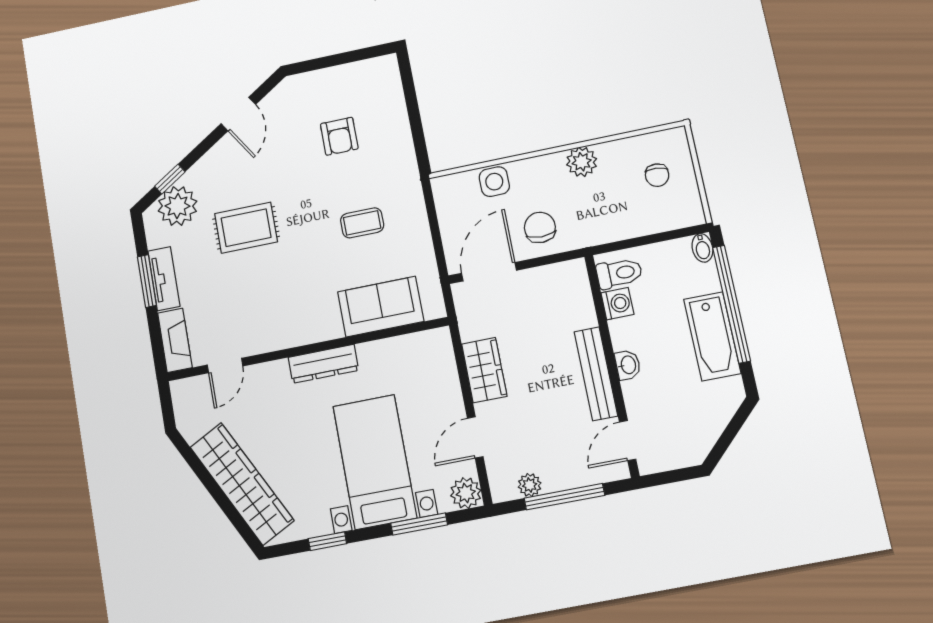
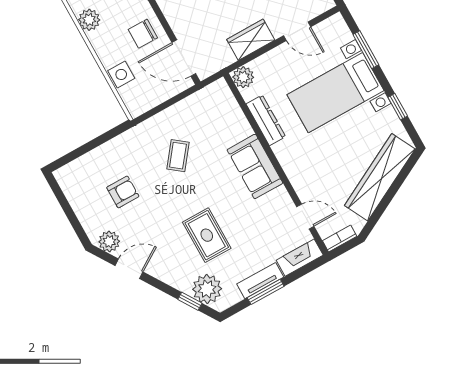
plant: (282, 99) -> (109, 241), added
coffee table: (362, 223) -> (178, 156), turned 38
sofa: (381, 307) -> (255, 166), moved
dresser: (323, 364) -> (266, 120), moved
bookcase: (181, 402) -> (340, 238), added
plant: (466, 493) -> (243, 77), moved

